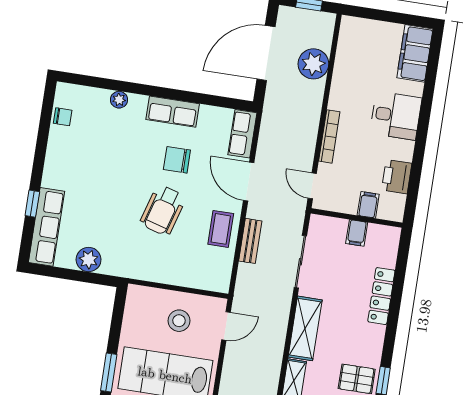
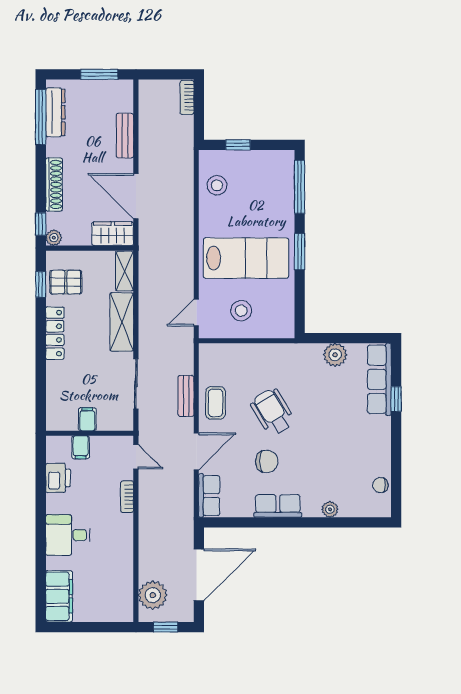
plant: (313, 64) -> (153, 595), moved
bookcase: (329, 136) -> (127, 497), width x0.64
door: (249, 182) -> (196, 451), hinge flipped
wheelchair: (163, 210) -> (273, 412), turned -47
locker: (381, 296) -> (55, 333), moved

